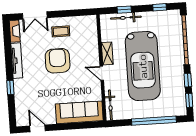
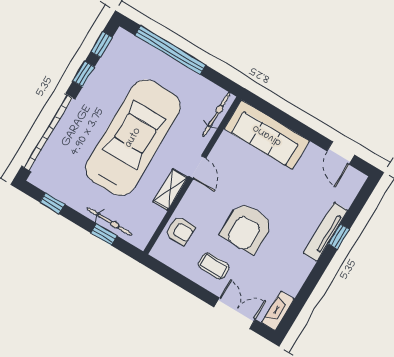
armchair: (89, 37) -> (180, 231), added
tv unit: (17, 61) -> (326, 232), moved

